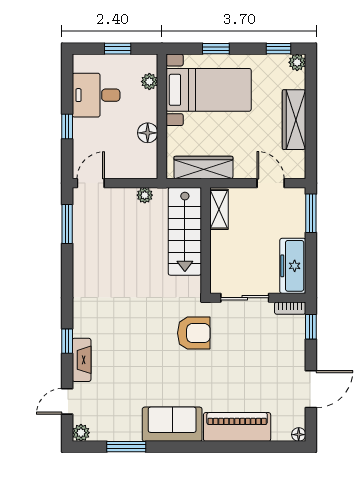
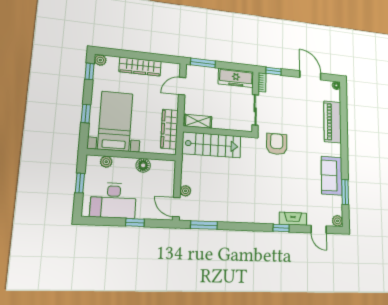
desk: (96, 95) -> (113, 200), width x1.37
plant: (145, 195) -> (186, 191), moved
sofa: (172, 424) -> (332, 176), moved

